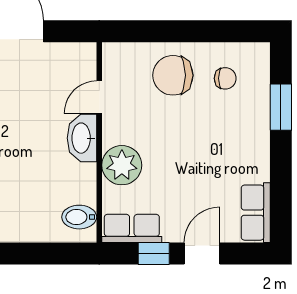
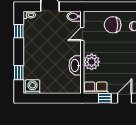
washbasin: (82, 138) -> (75, 65), moved
bidet: (79, 217) -> (74, 16), moved

